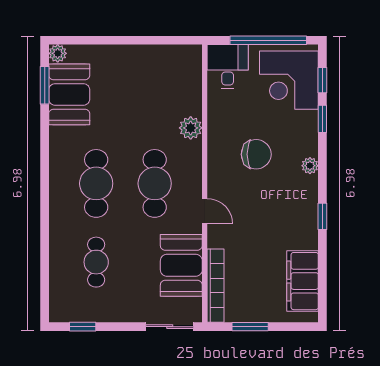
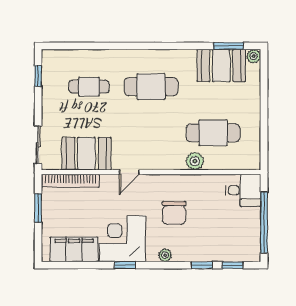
corner desk: (289, 80) -> (122, 239), moved
cafe table: (155, 183) -> (213, 133), moved

